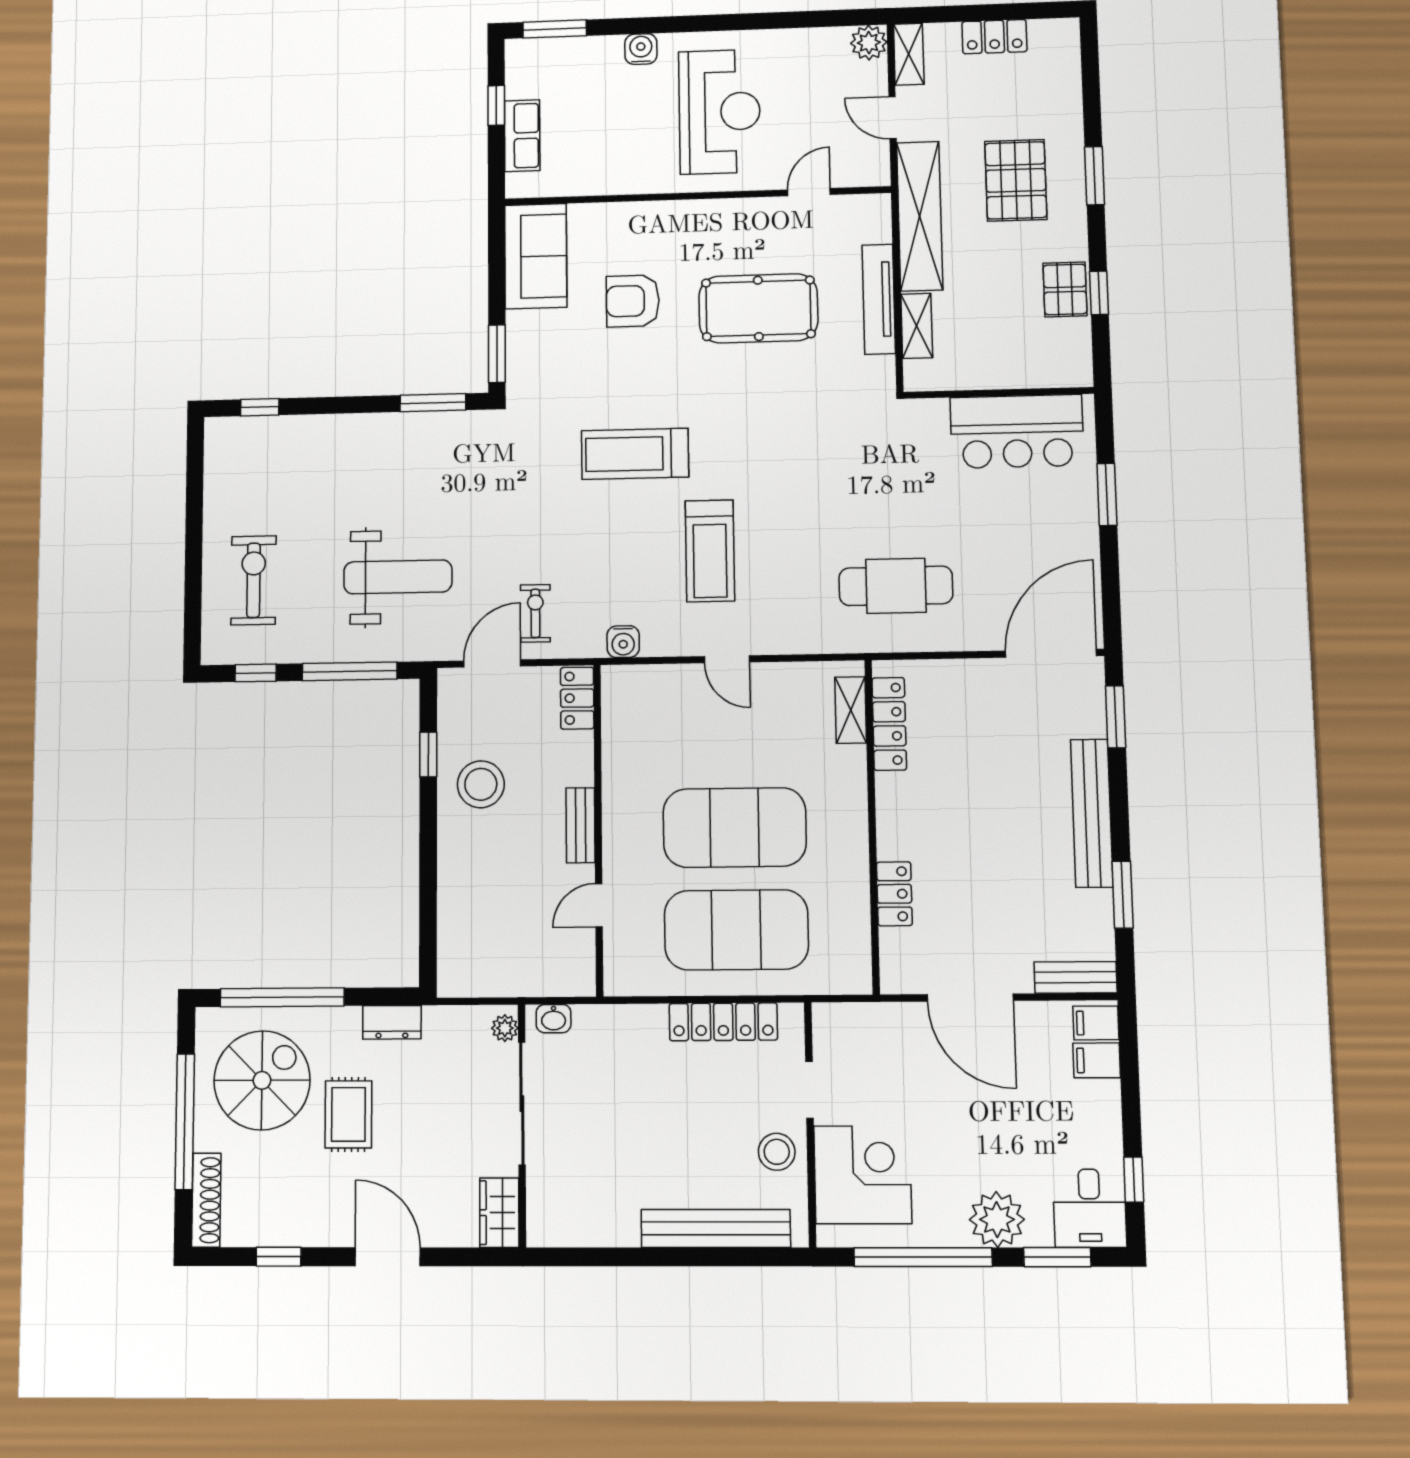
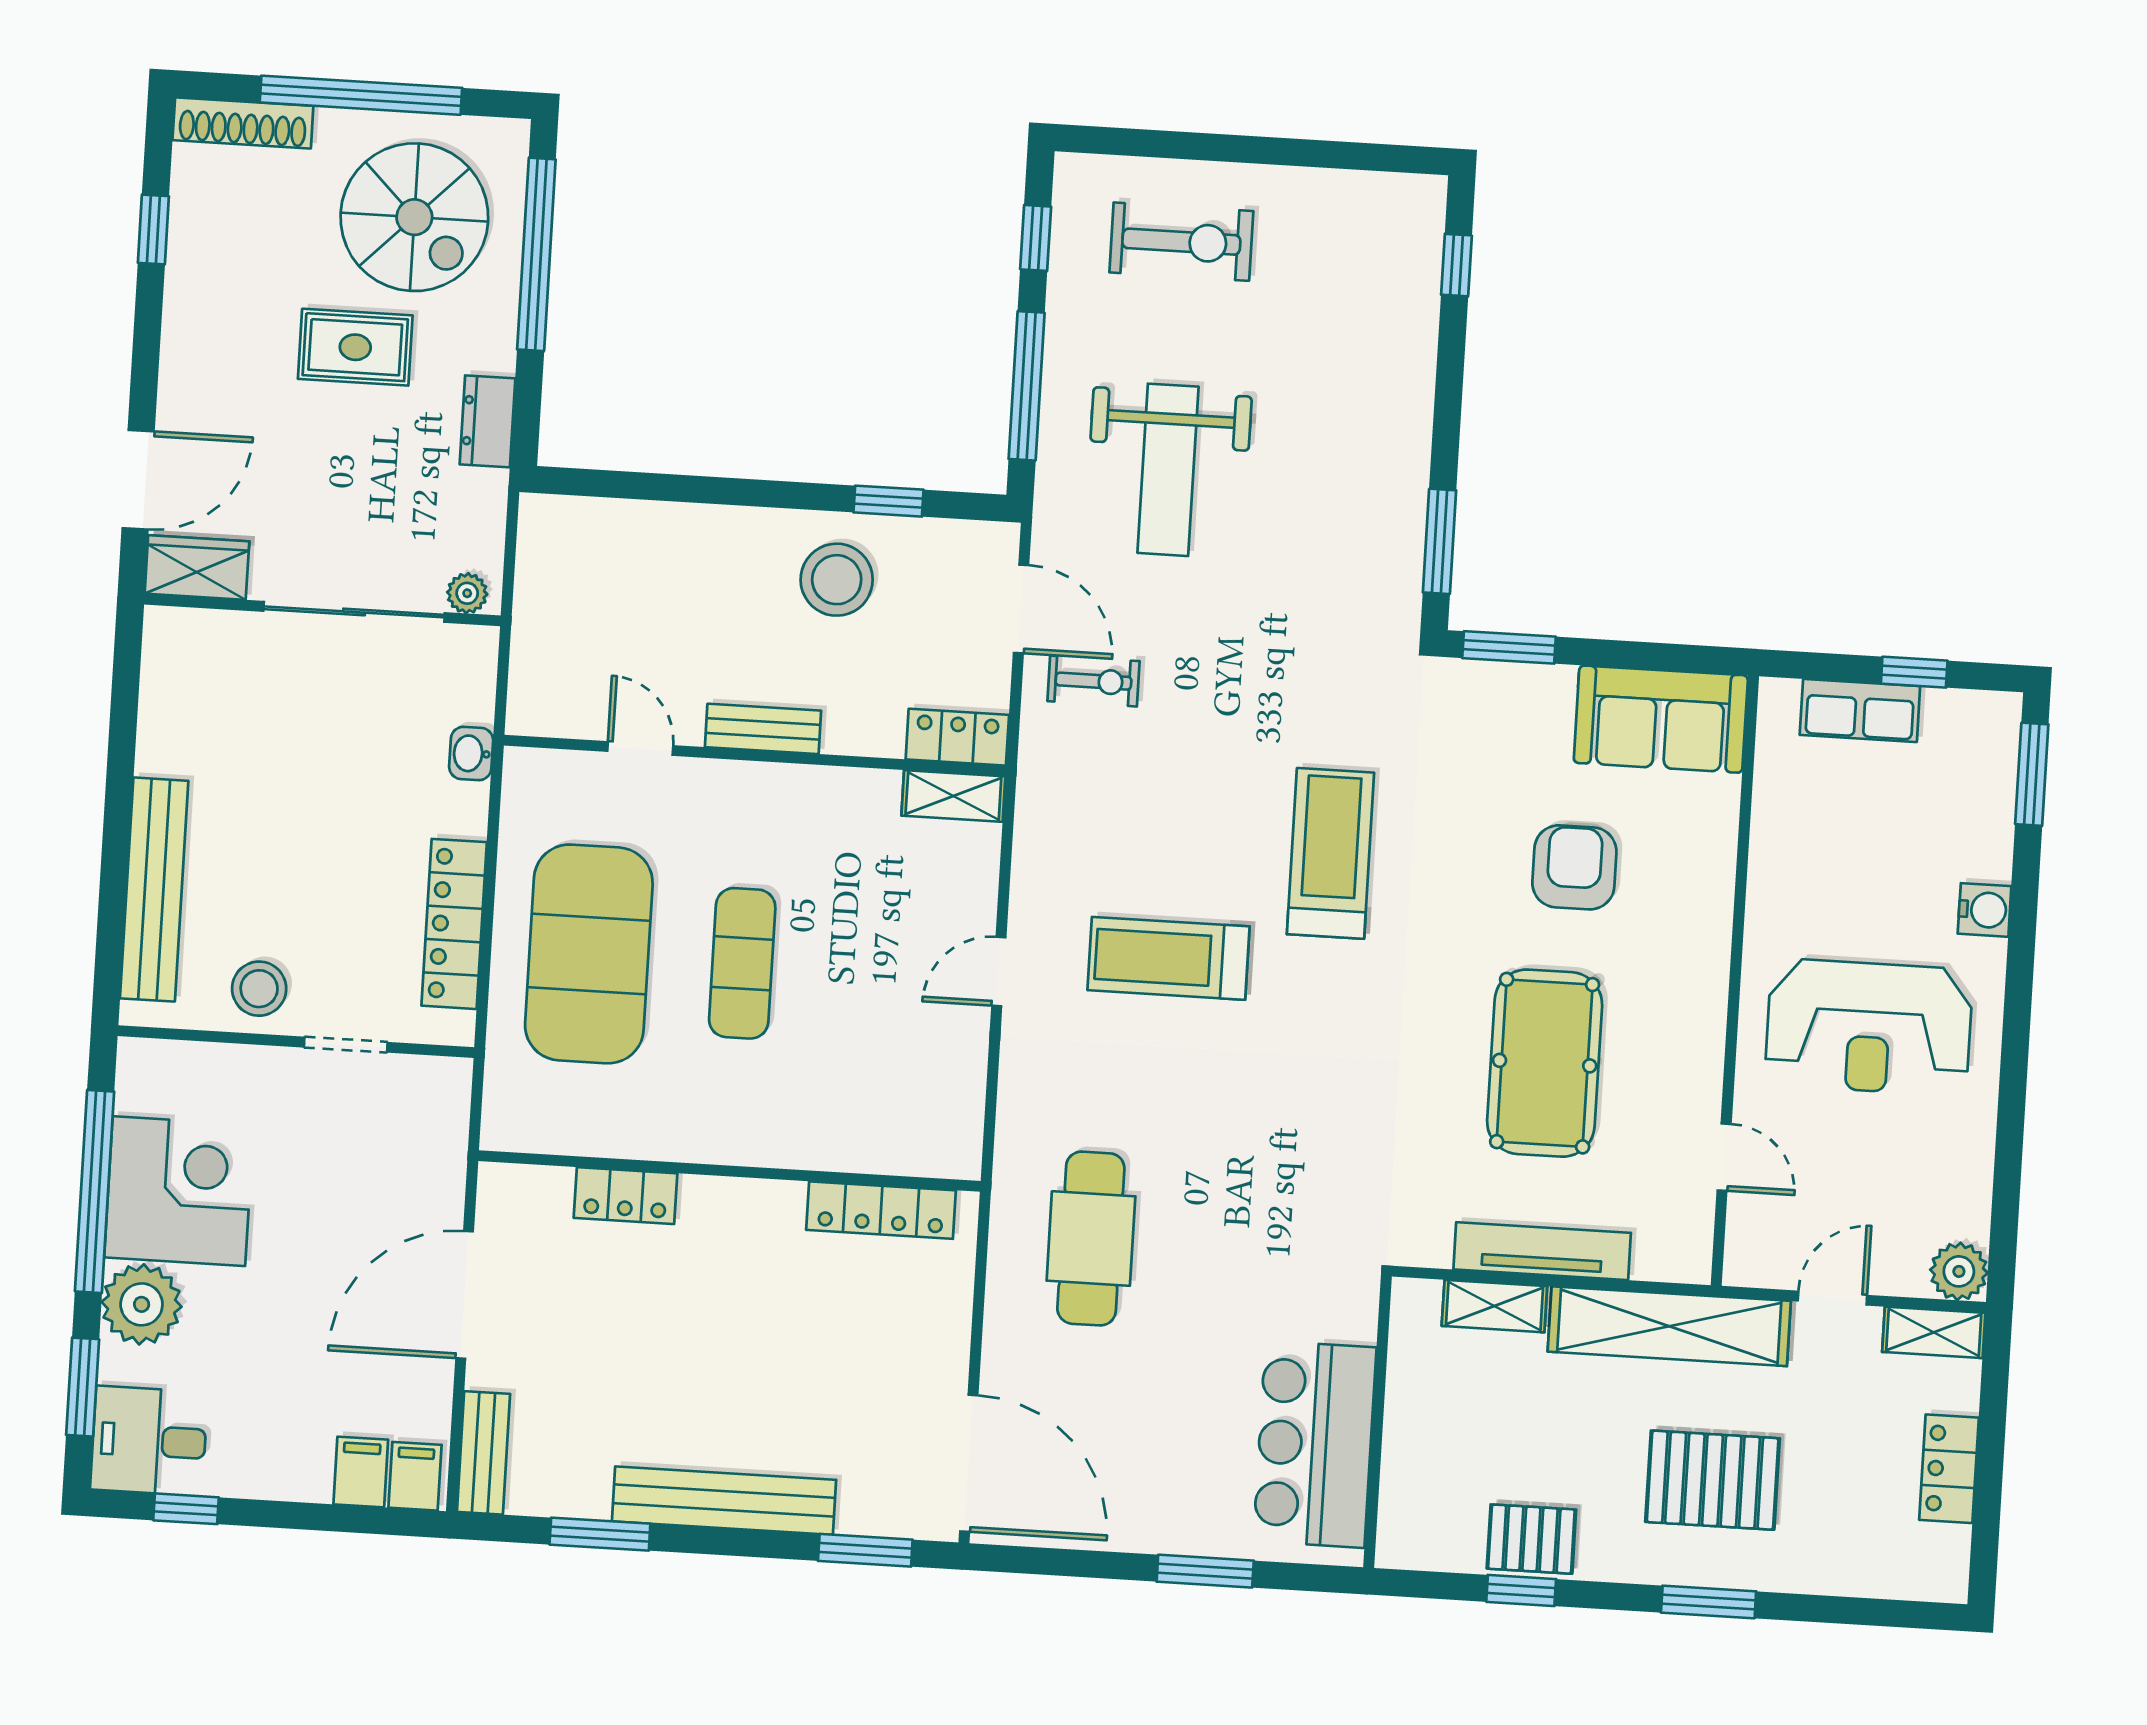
water cooler: (623, 642) -> (1039, 814), removed
shelving: (851, 710) -> (953, 796), moved
exercise mat: (735, 828) -> (742, 963), width x0.50, depth x0.69
washbasin: (554, 1019) -> (471, 753), moved
corner desk: (863, 1175) -> (179, 1191), moved, turned -90
door: (388, 1257) -> (138, 480), moved

